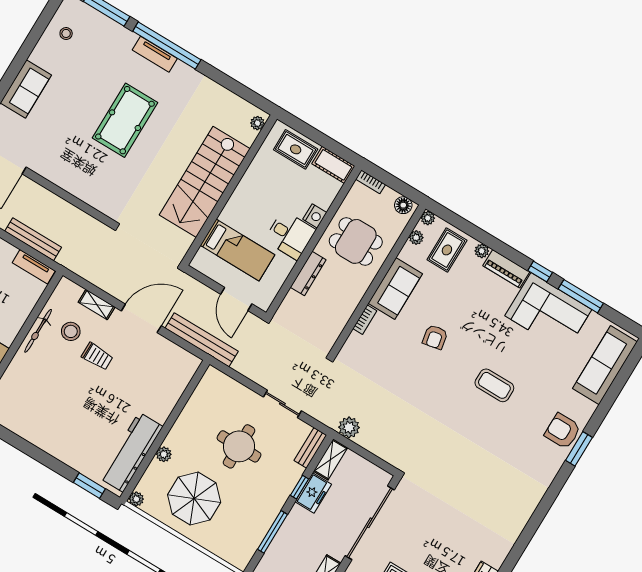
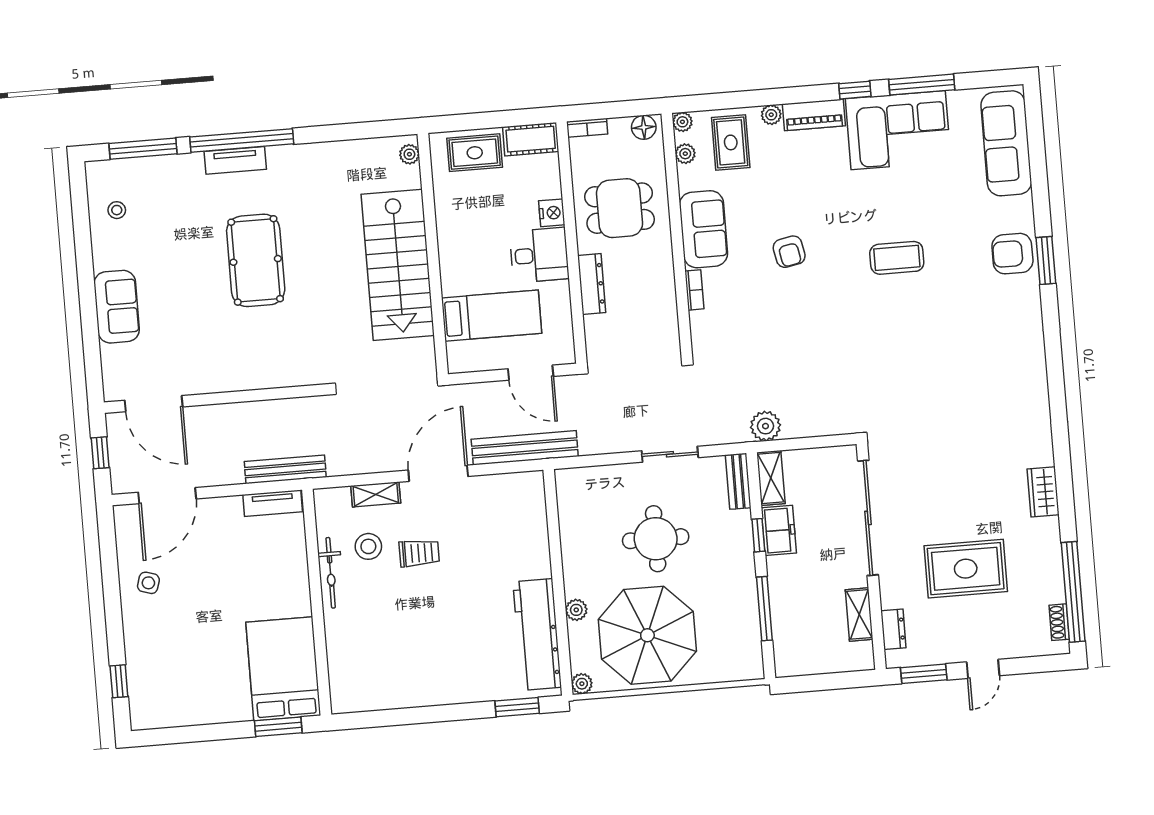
bench: (33, 239) -> (285, 469), moved
parasol: (194, 498) -> (647, 635), width x1.36, depth x1.36

